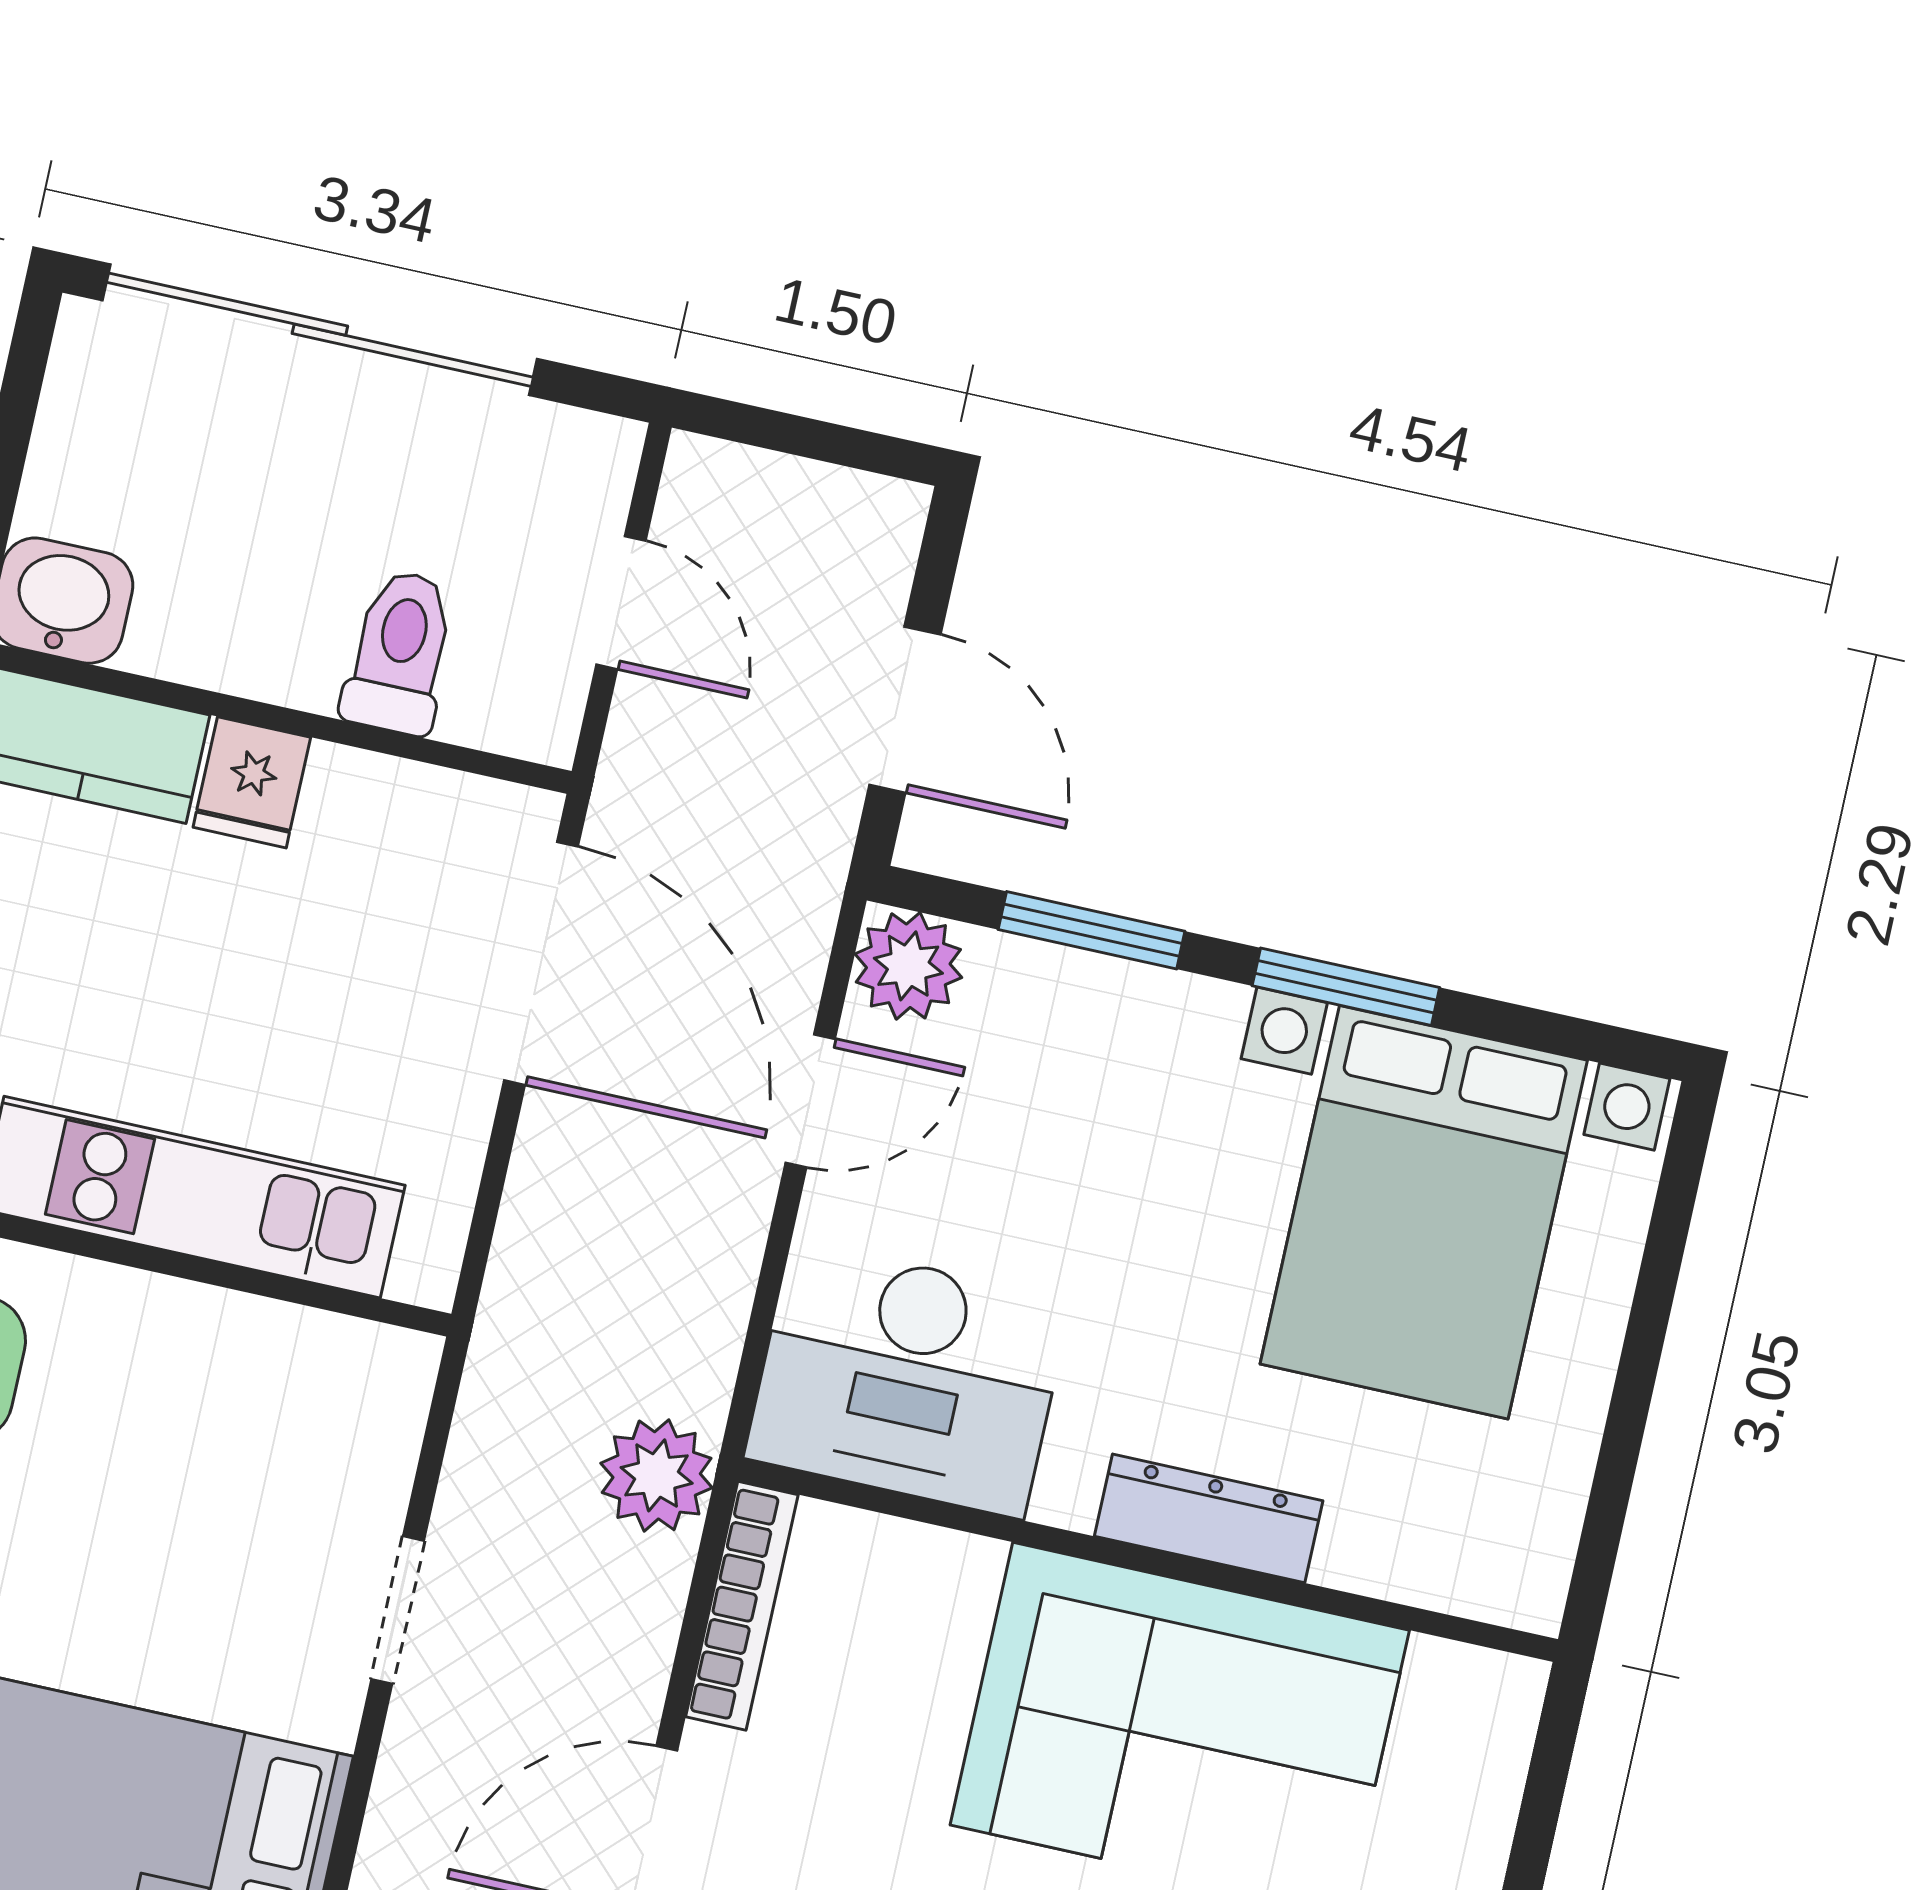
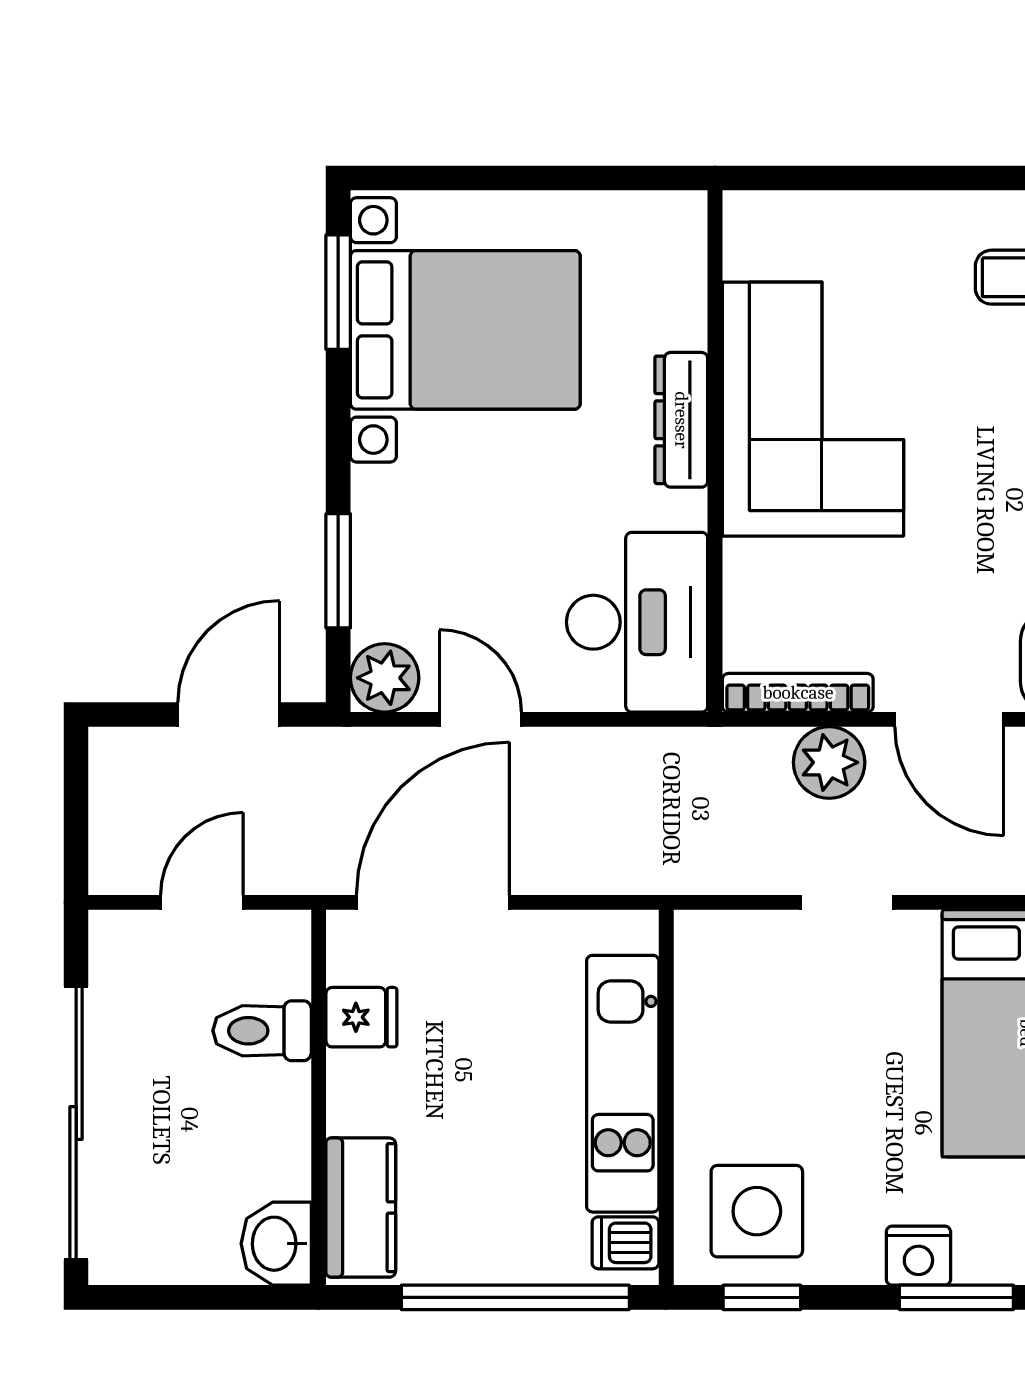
fridge: (252, 782) -> (361, 1017), moved
window: (1346, 987) -> (338, 292), moved
plant: (657, 1475) -> (829, 762), moved

